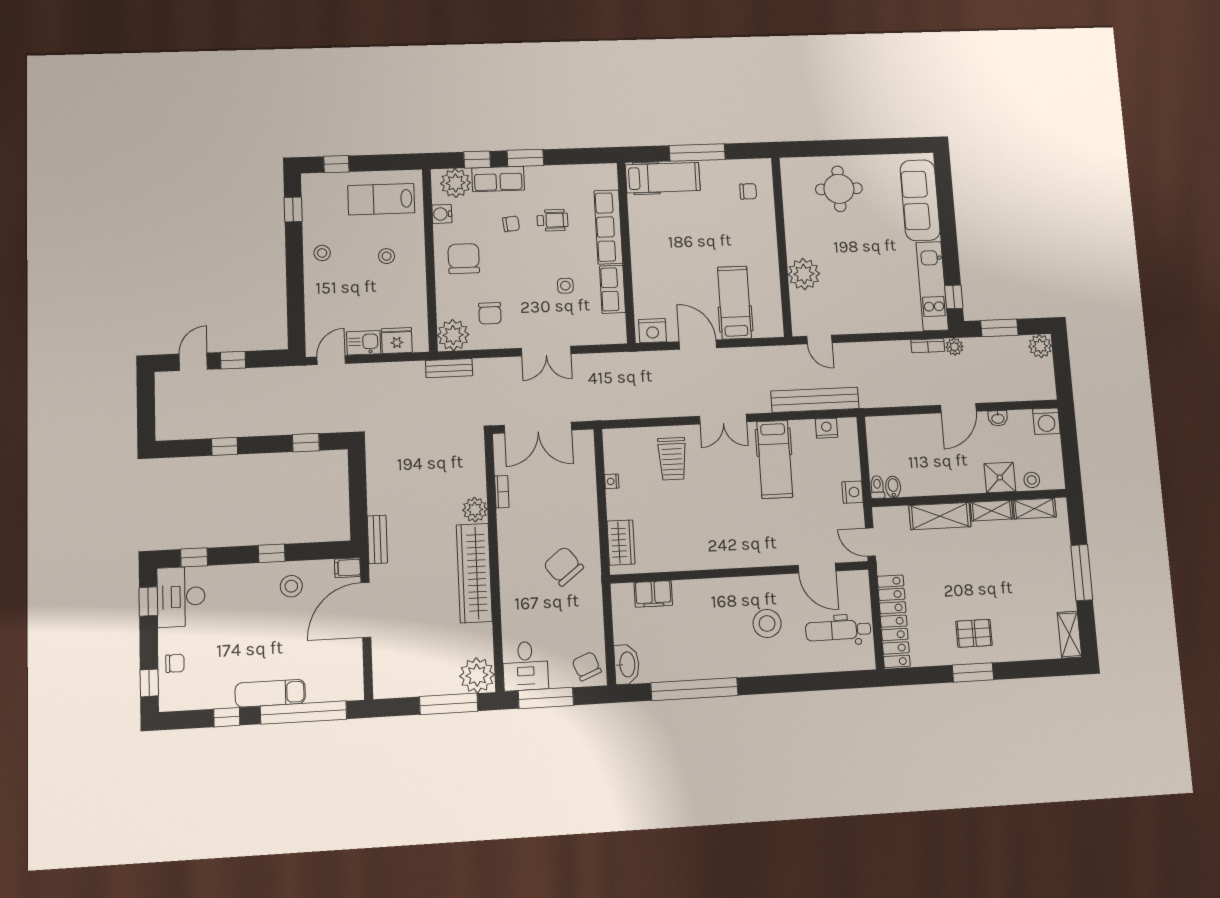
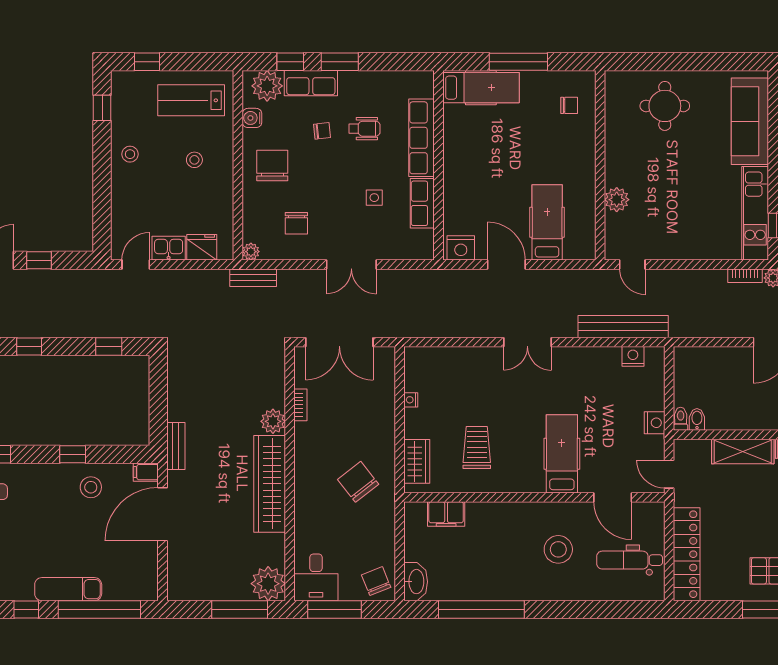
plant: (804, 274) -> (617, 200), width x0.73, depth x0.73
plant: (453, 335) -> (251, 252), width x0.53, depth x0.53
trolley: (672, 459) -> (477, 447), moved, turned 180
hospital bed: (775, 459) -> (562, 454), moved, turned 180

